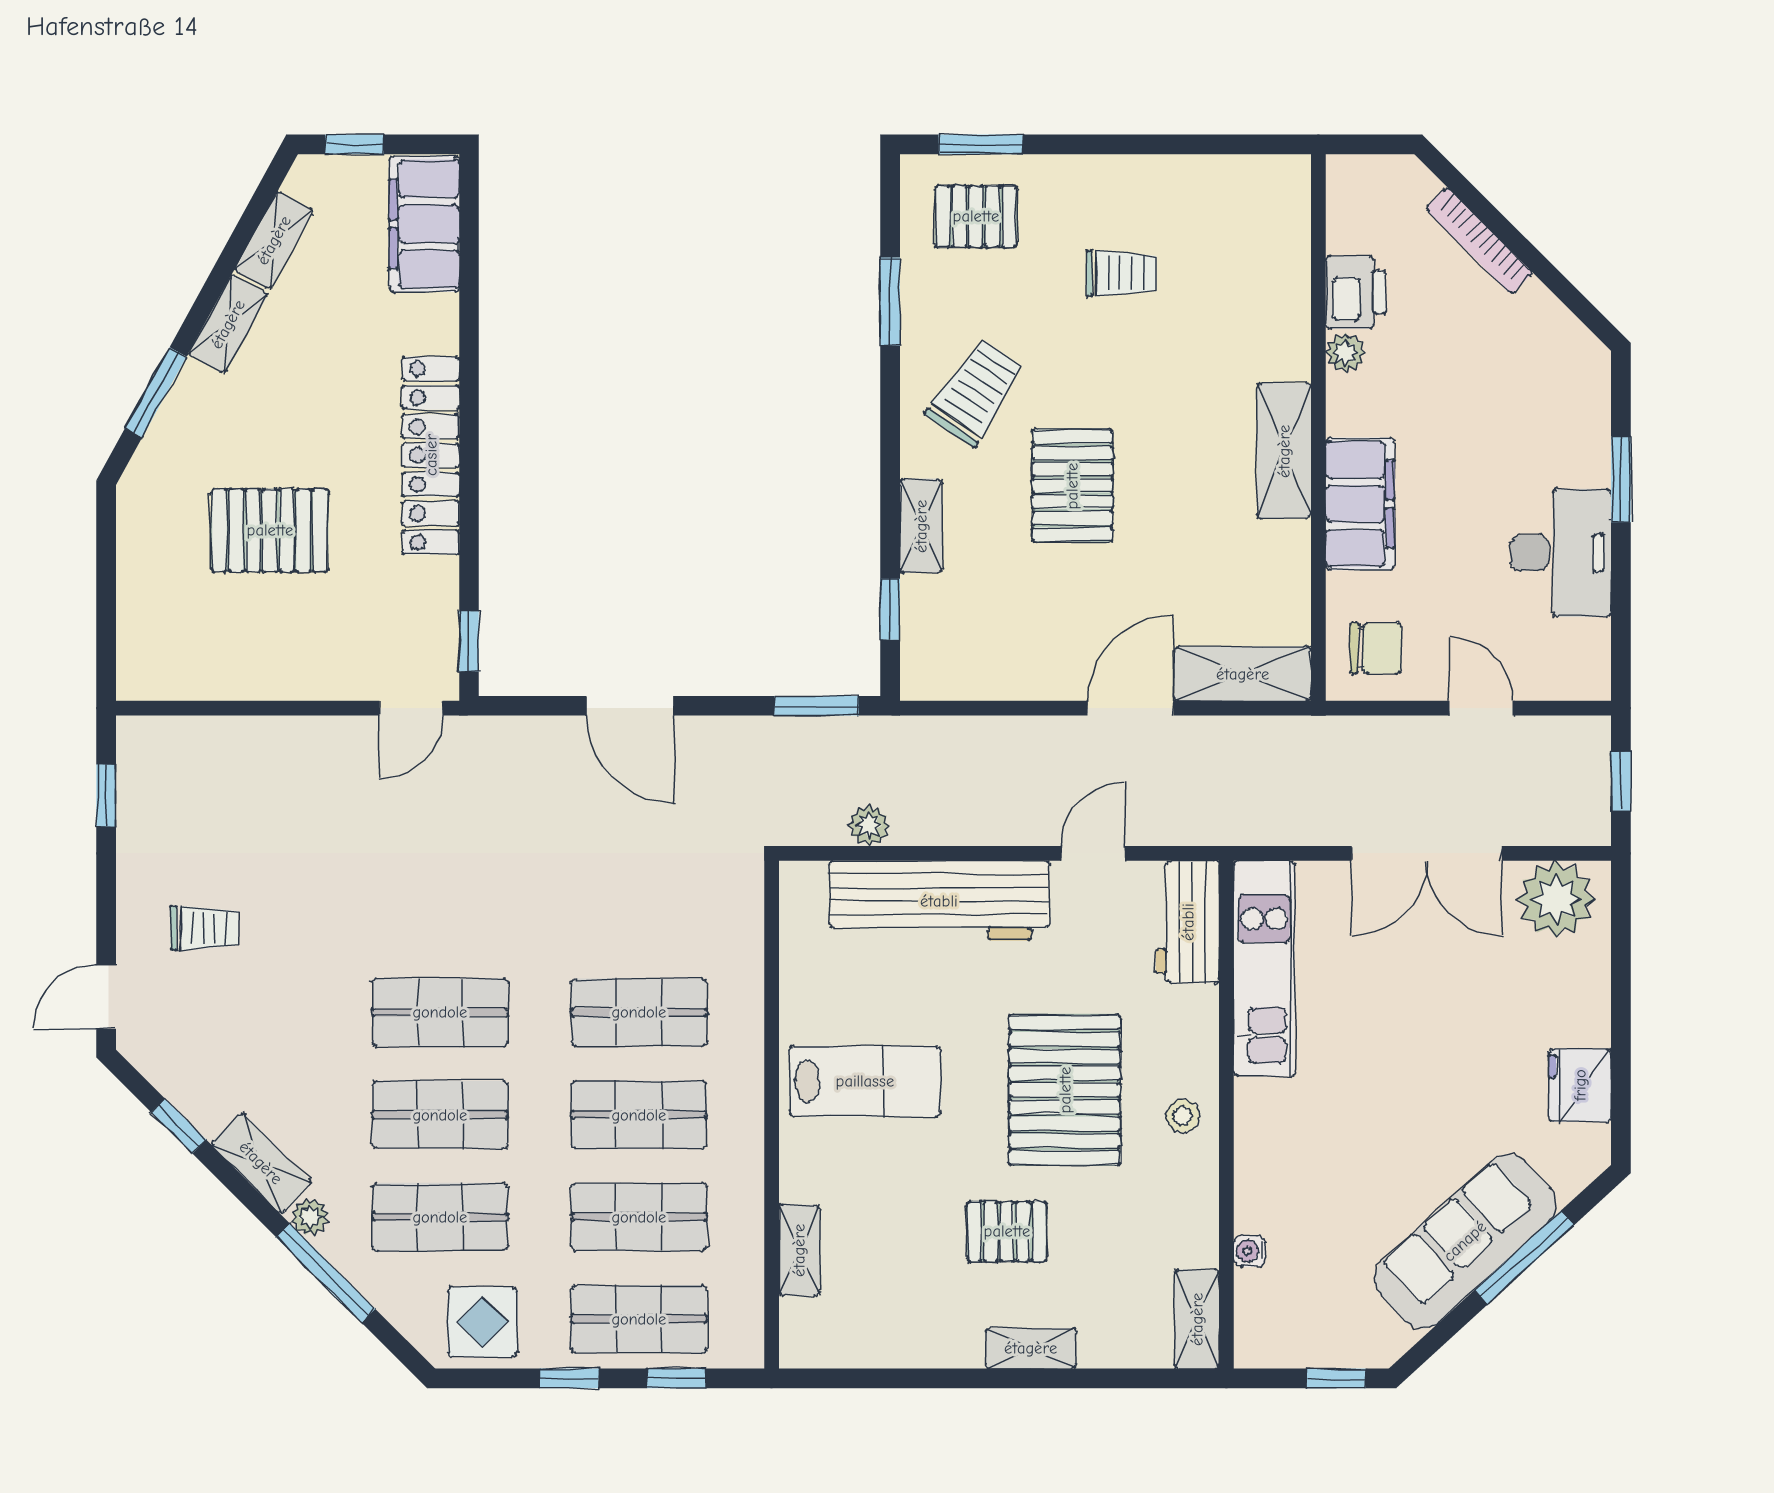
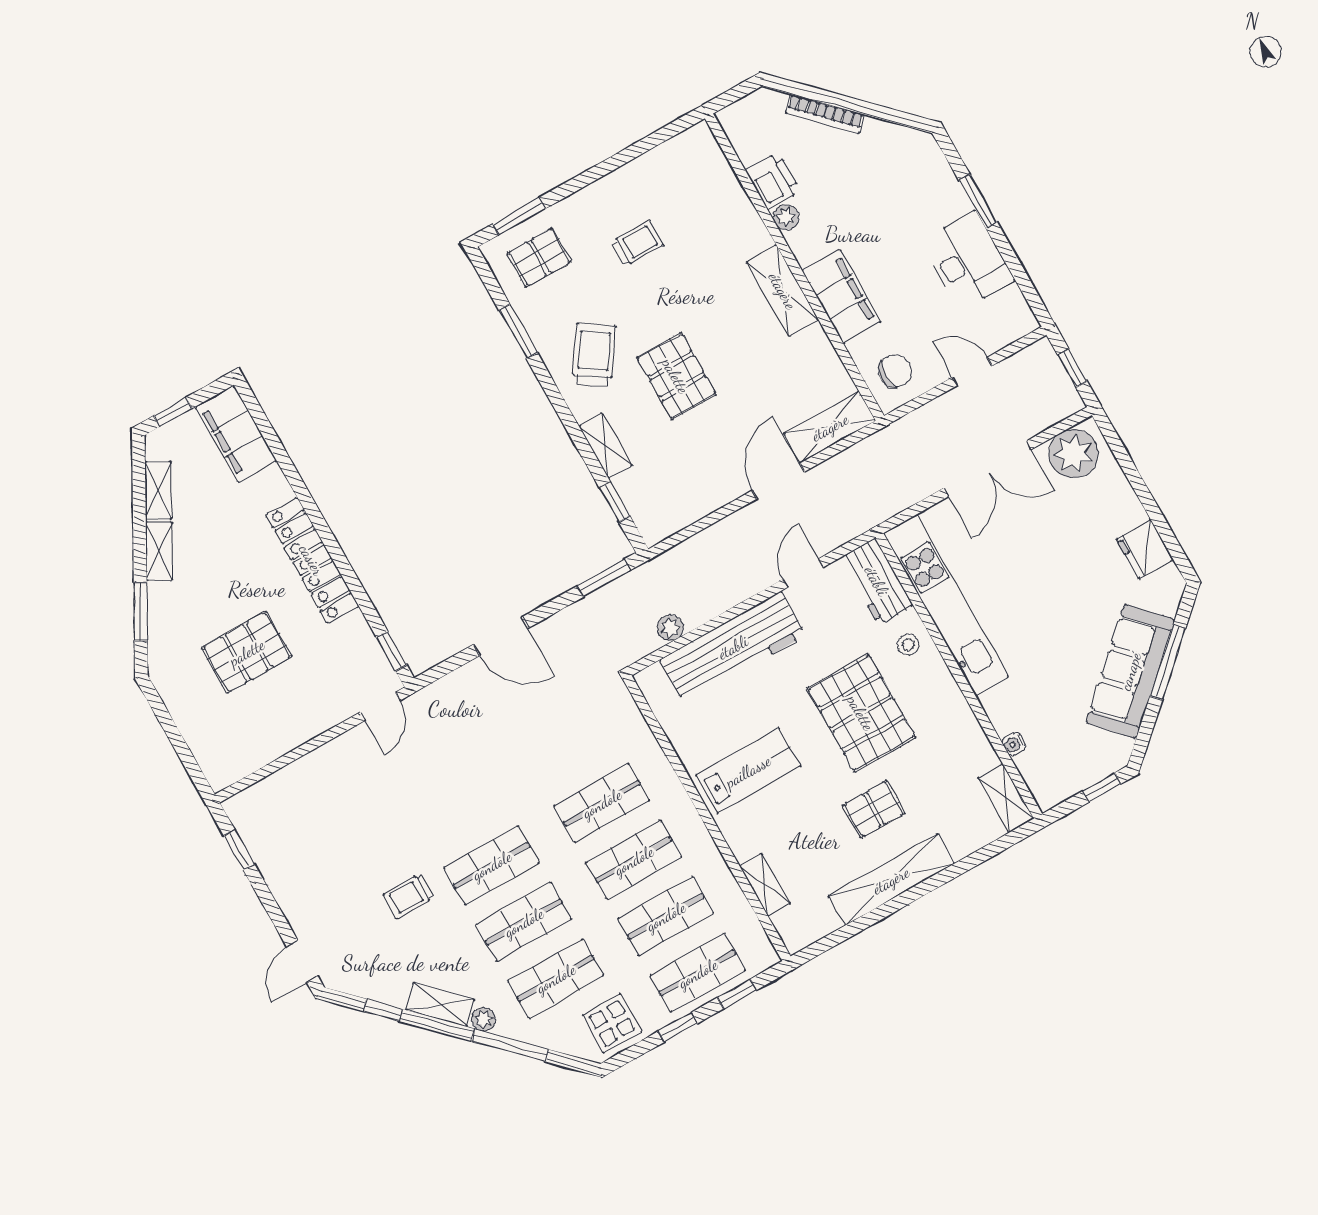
trolley: (205, 928) -> (409, 896), moved, turned 180
kitchen unit: (1264, 968) -> (946, 605), width x1.36
stool: (1183, 1116) -> (908, 645), moved
shelving: (1031, 1348) -> (891, 880), width x2.20, depth x1.33

